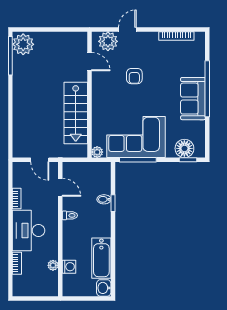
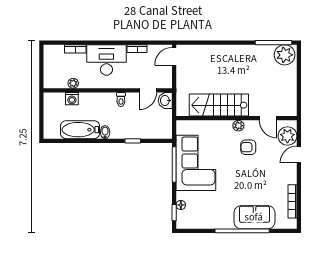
door: (127, 29) -> (299, 155), swing flipped
door: (89, 62) -> (268, 118), hinge flipped
armchair: (134, 76) -> (248, 147), moved
sofa: (193, 99) -> (254, 217), moved
floor lamp: (184, 148) -> (181, 205), width x0.53, depth x0.53
plant: (97, 152) -> (238, 126), moved
door: (40, 160) -> (174, 56), moved
bidet: (104, 199) -> (105, 132), moved
washbasin: (104, 288) -> (165, 100), moved, turned -90

